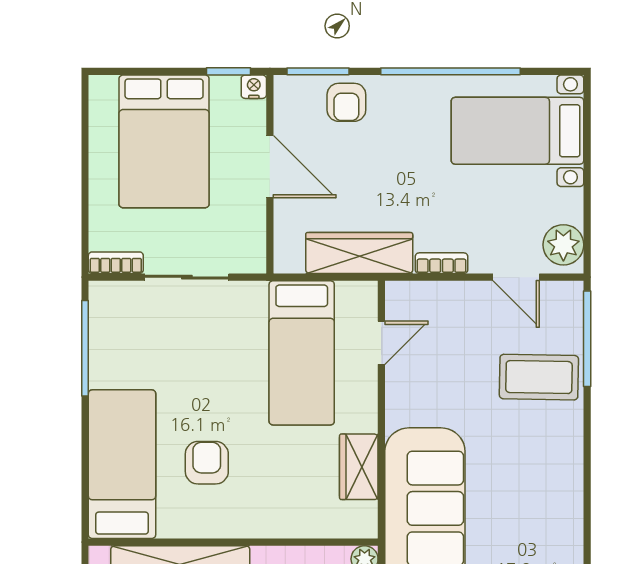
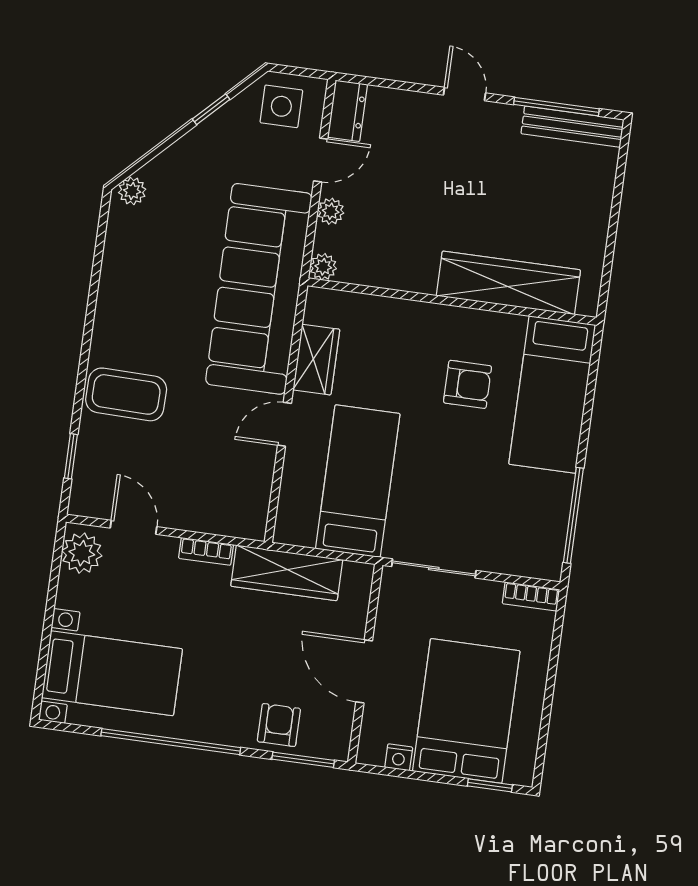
window: (229, 71) -> (490, 785), moved
nightstand: (254, 87) -> (399, 757), moved
sliding door: (187, 277) -> (434, 568), moved
window: (587, 339) -> (71, 456), width x0.46
door: (381, 343) -> (284, 424), moved
coffee table: (539, 377) -> (126, 394), moved
armchair: (207, 463) -> (467, 384), turned -90

